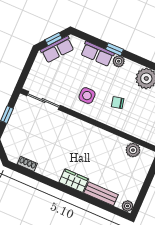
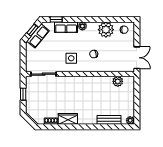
window: (114, 49) -> (56, 19), moved
wardrobe: (74, 181) -> (68, 119), moved

